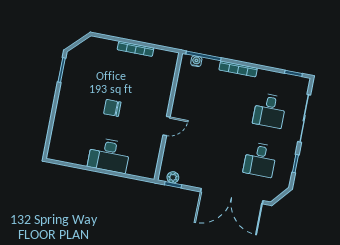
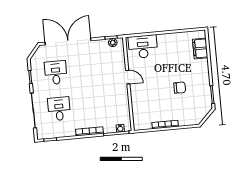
chair: (112, 108) -> (180, 88), moved
door: (166, 126) -> (128, 77), swing flipped
filing cabinet: (60, 136) -> (200, 48), added
desk: (109, 155) -> (143, 47), moved

